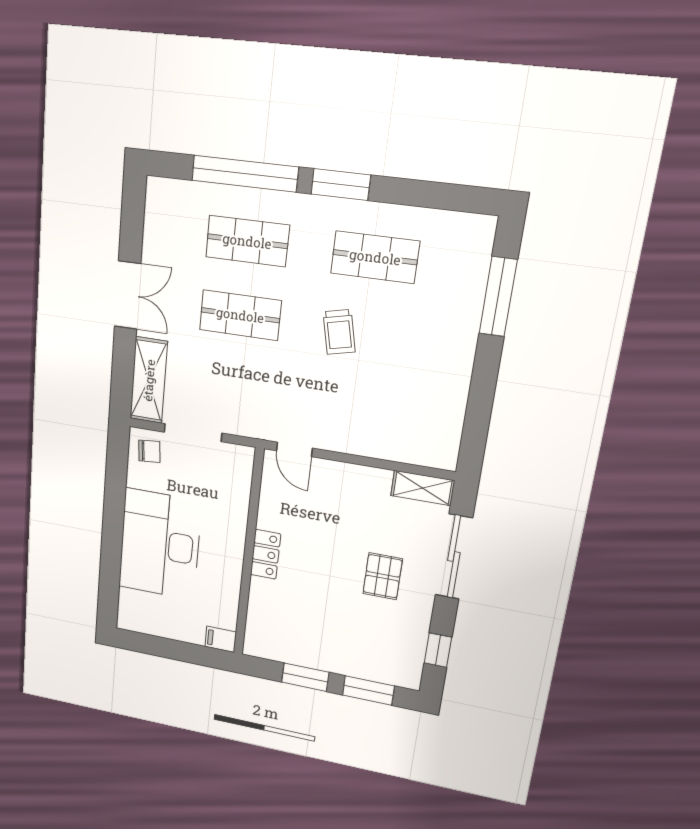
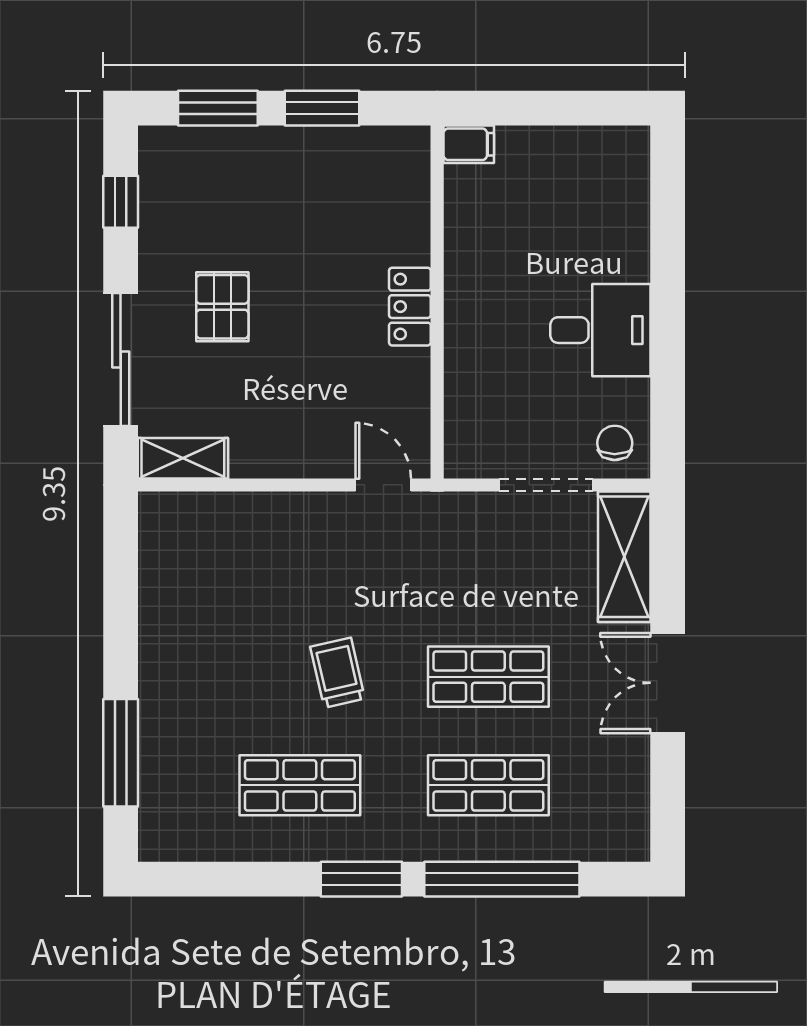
chair: (149, 451) -> (615, 443), turned 95
desk: (160, 544) -> (600, 330), width x0.53, depth x0.77

